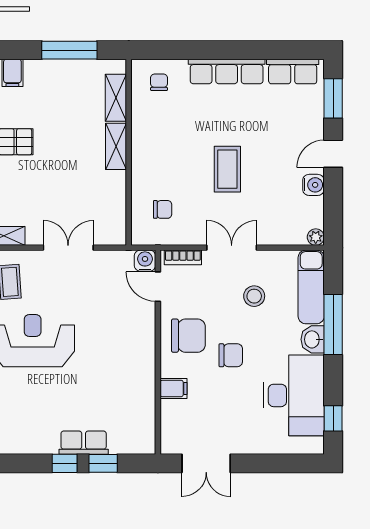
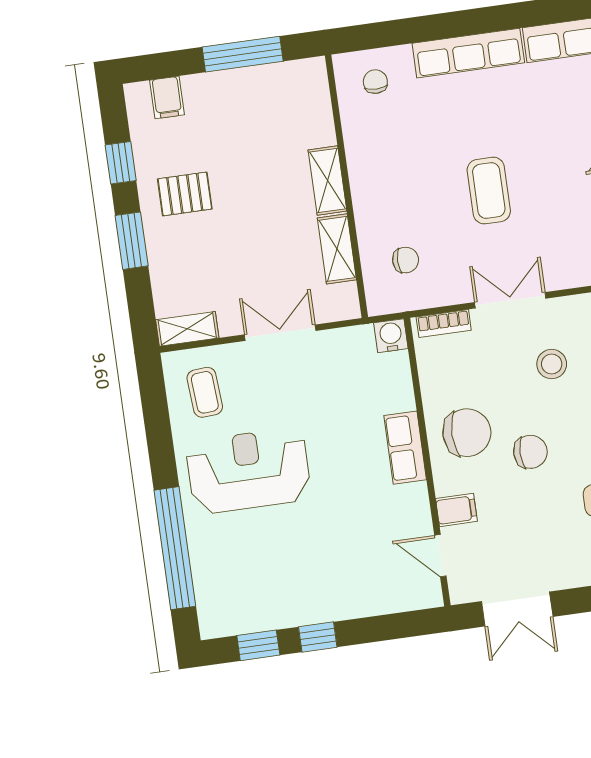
shelving: (116, 98) -> (337, 249), moved
door: (158, 287) -> (440, 556), moved
row of seats: (84, 443) -> (405, 448), moved, turned -90
window: (103, 463) -> (258, 645), moved

